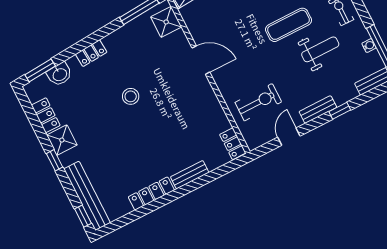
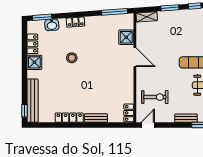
shower: (166, 22) -> (126, 37), moved
stool: (131, 96) -> (72, 58), moved
door: (289, 137) -> (148, 125), moved
window: (55, 160) -> (25, 72), removed

